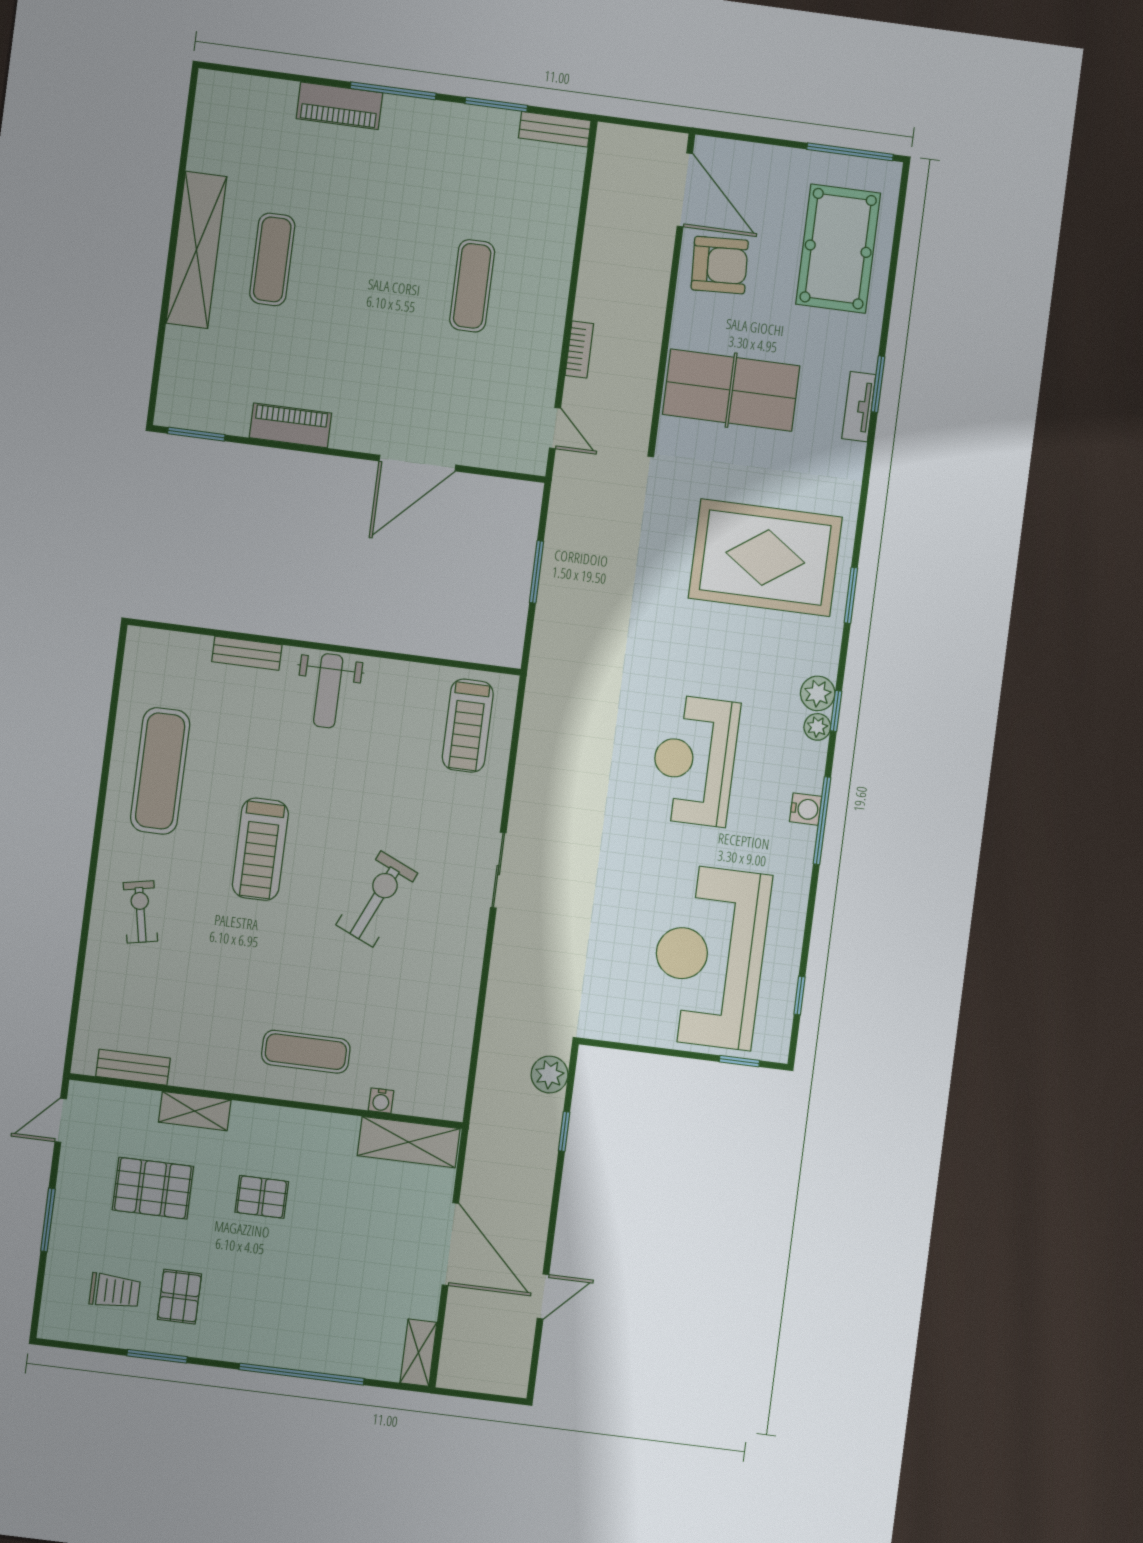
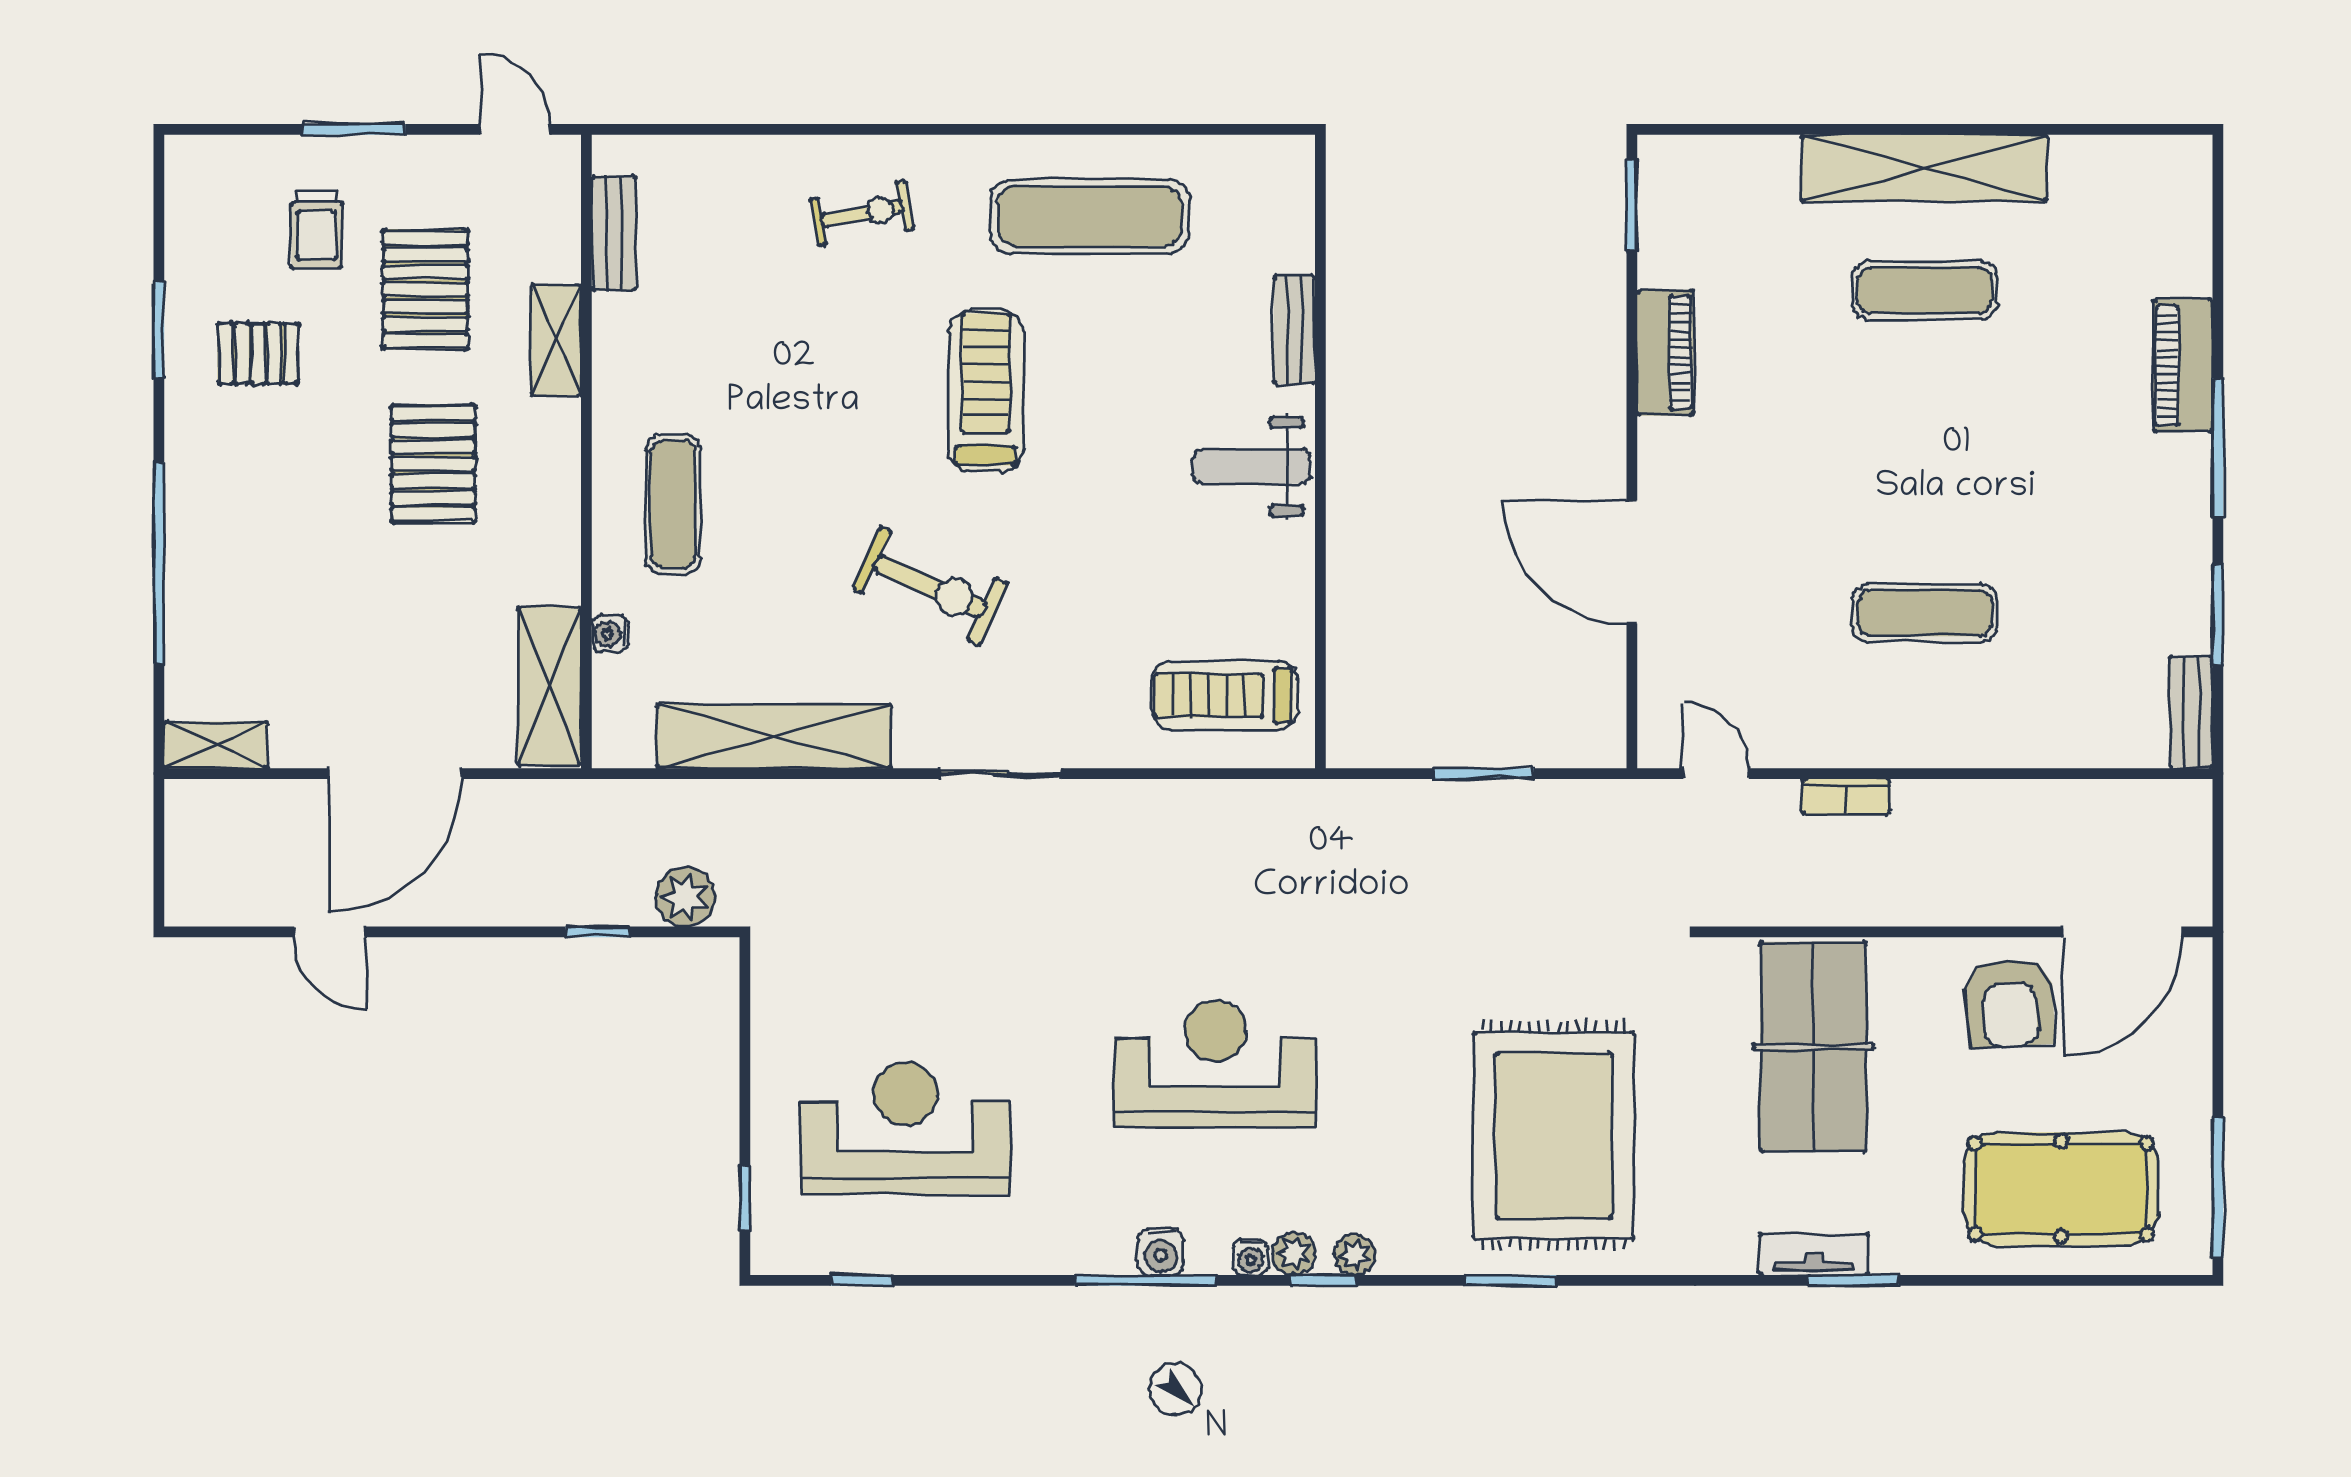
door: (555, 428) -> (1716, 774), swing flipped
plant: (818, 693) -> (1355, 1255), width x0.73, depth x0.73
water cooler: (816, 754) -> (1251, 1257), added
treadmill: (260, 849) -> (986, 391), turned 90
reception desk: (709, 957) -> (906, 1128), width x0.74, depth x0.77
shelving: (457, 1007) -> (774, 736), added
pallet: (262, 1197) -> (433, 464), width x1.50, depth x1.42
trolley: (115, 1291) -> (317, 230), moved

